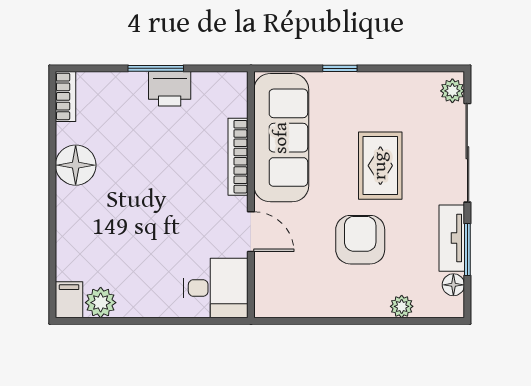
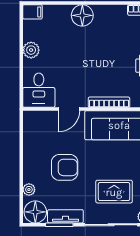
floor lamp: (76, 165) -> (82, 15), moved
rug: (380, 166) -> (114, 192), moved
floor lamp: (453, 285) -> (35, 212), width x1.89, depth x1.89
plant: (101, 303) -> (31, 50), moved

